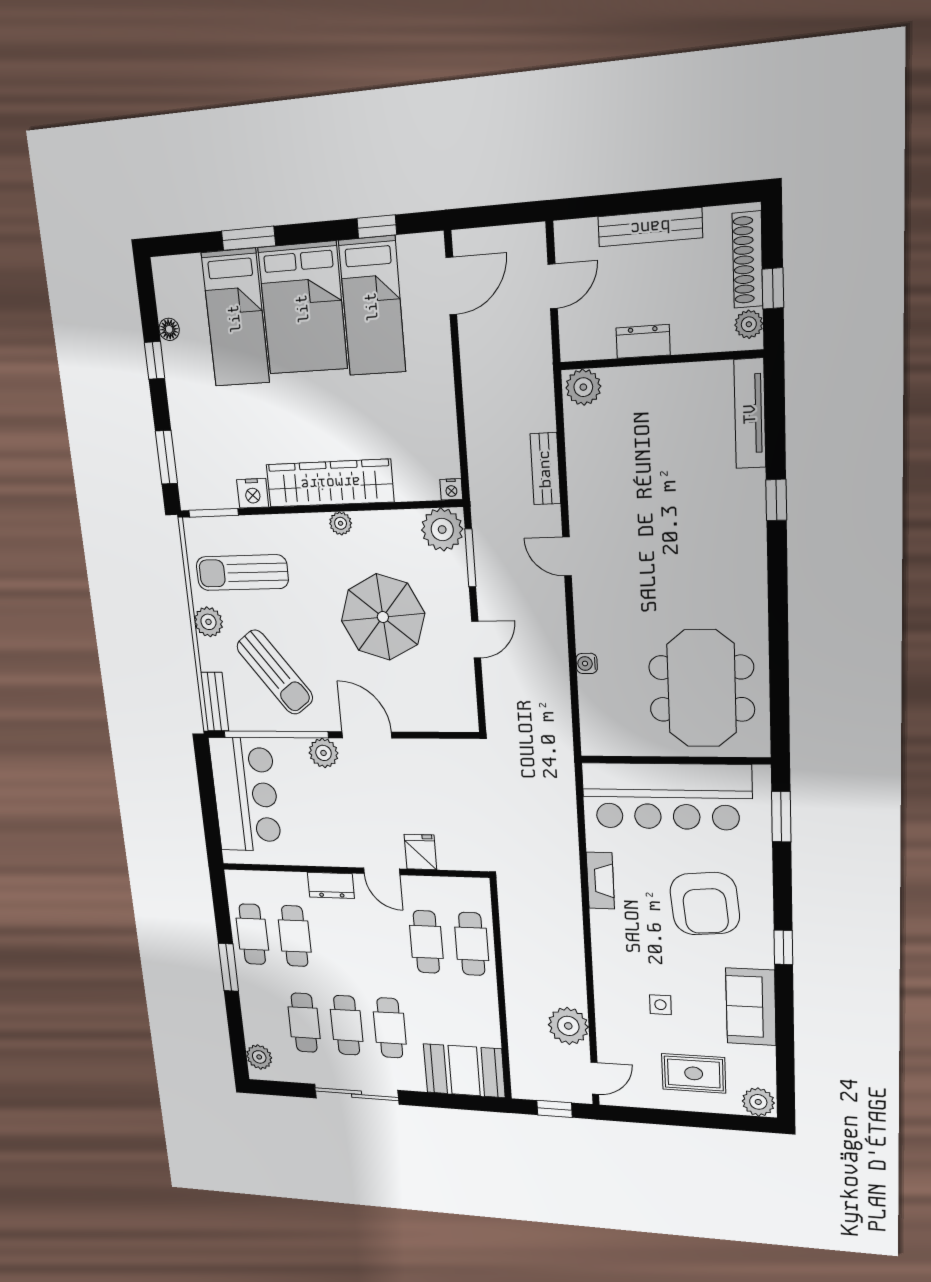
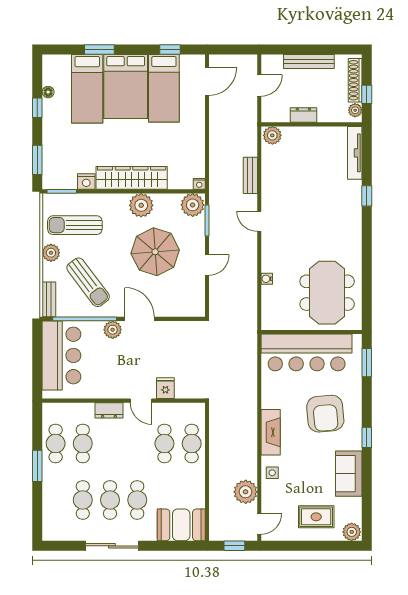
plant: (341, 523) -> (141, 205), width x1.87, depth x1.87
fireplace: (600, 881) -> (271, 432), moved, width x1.37, depth x1.32
side table: (660, 1005) -> (272, 473), moved
plant: (259, 1057) -> (51, 525), removed

